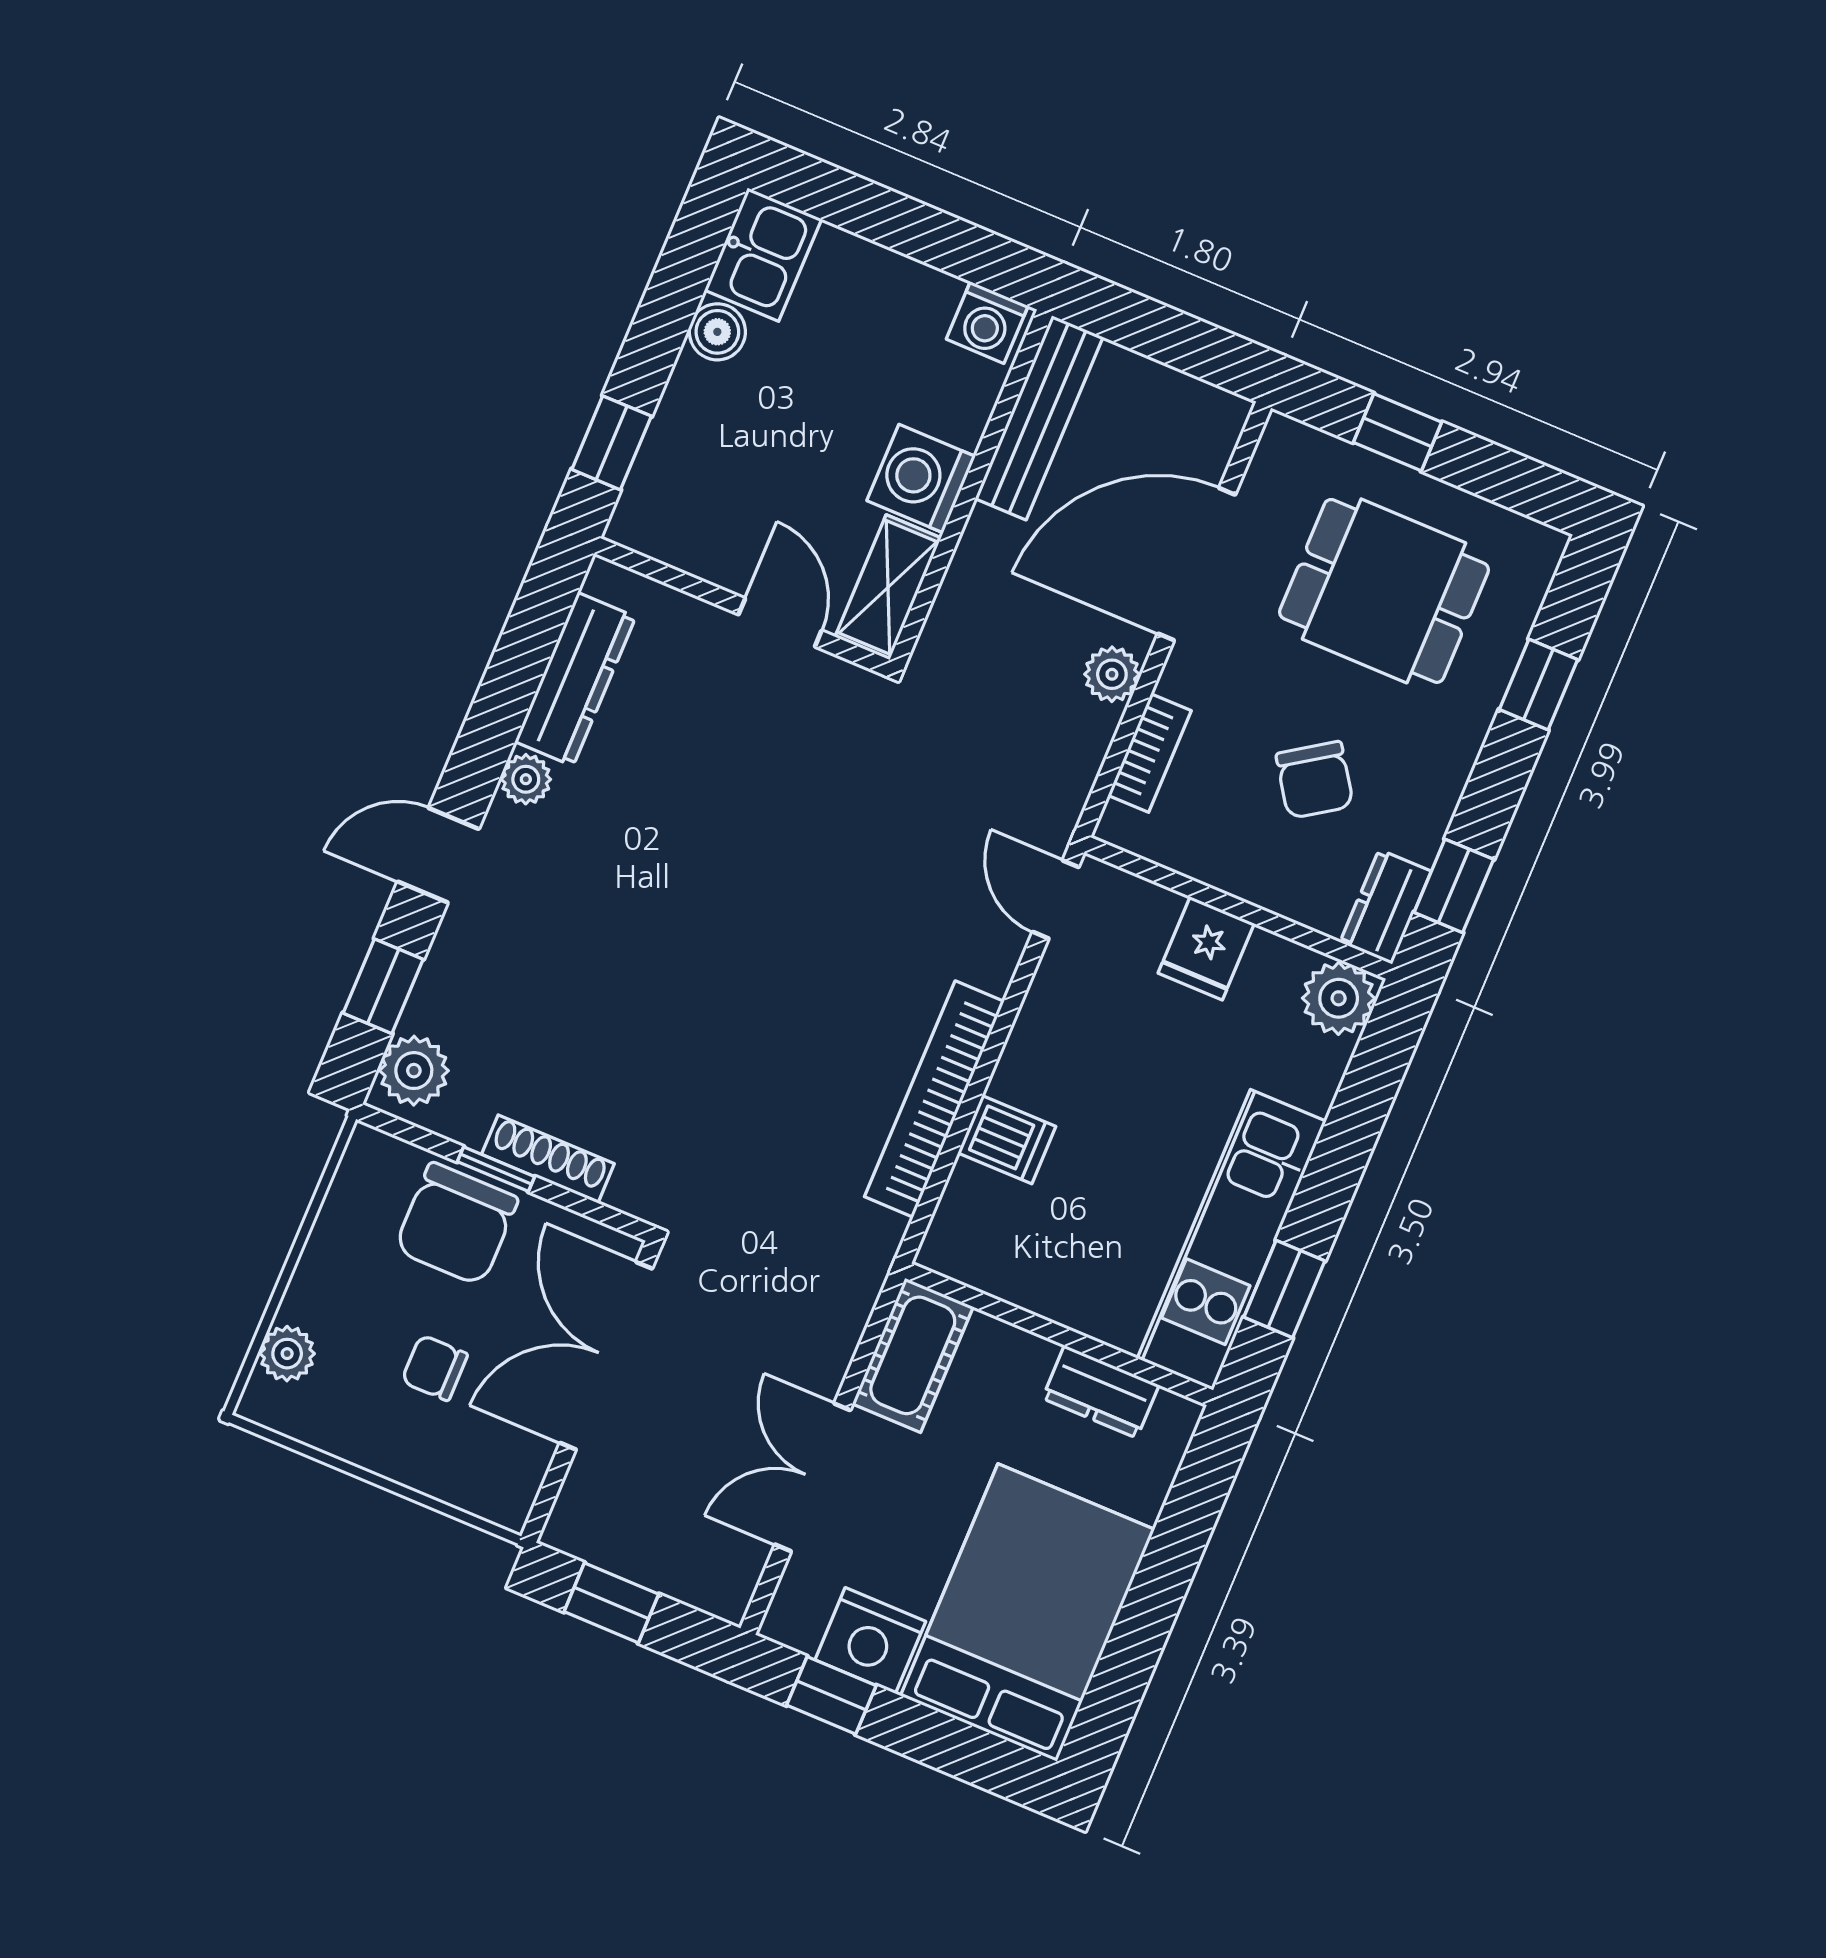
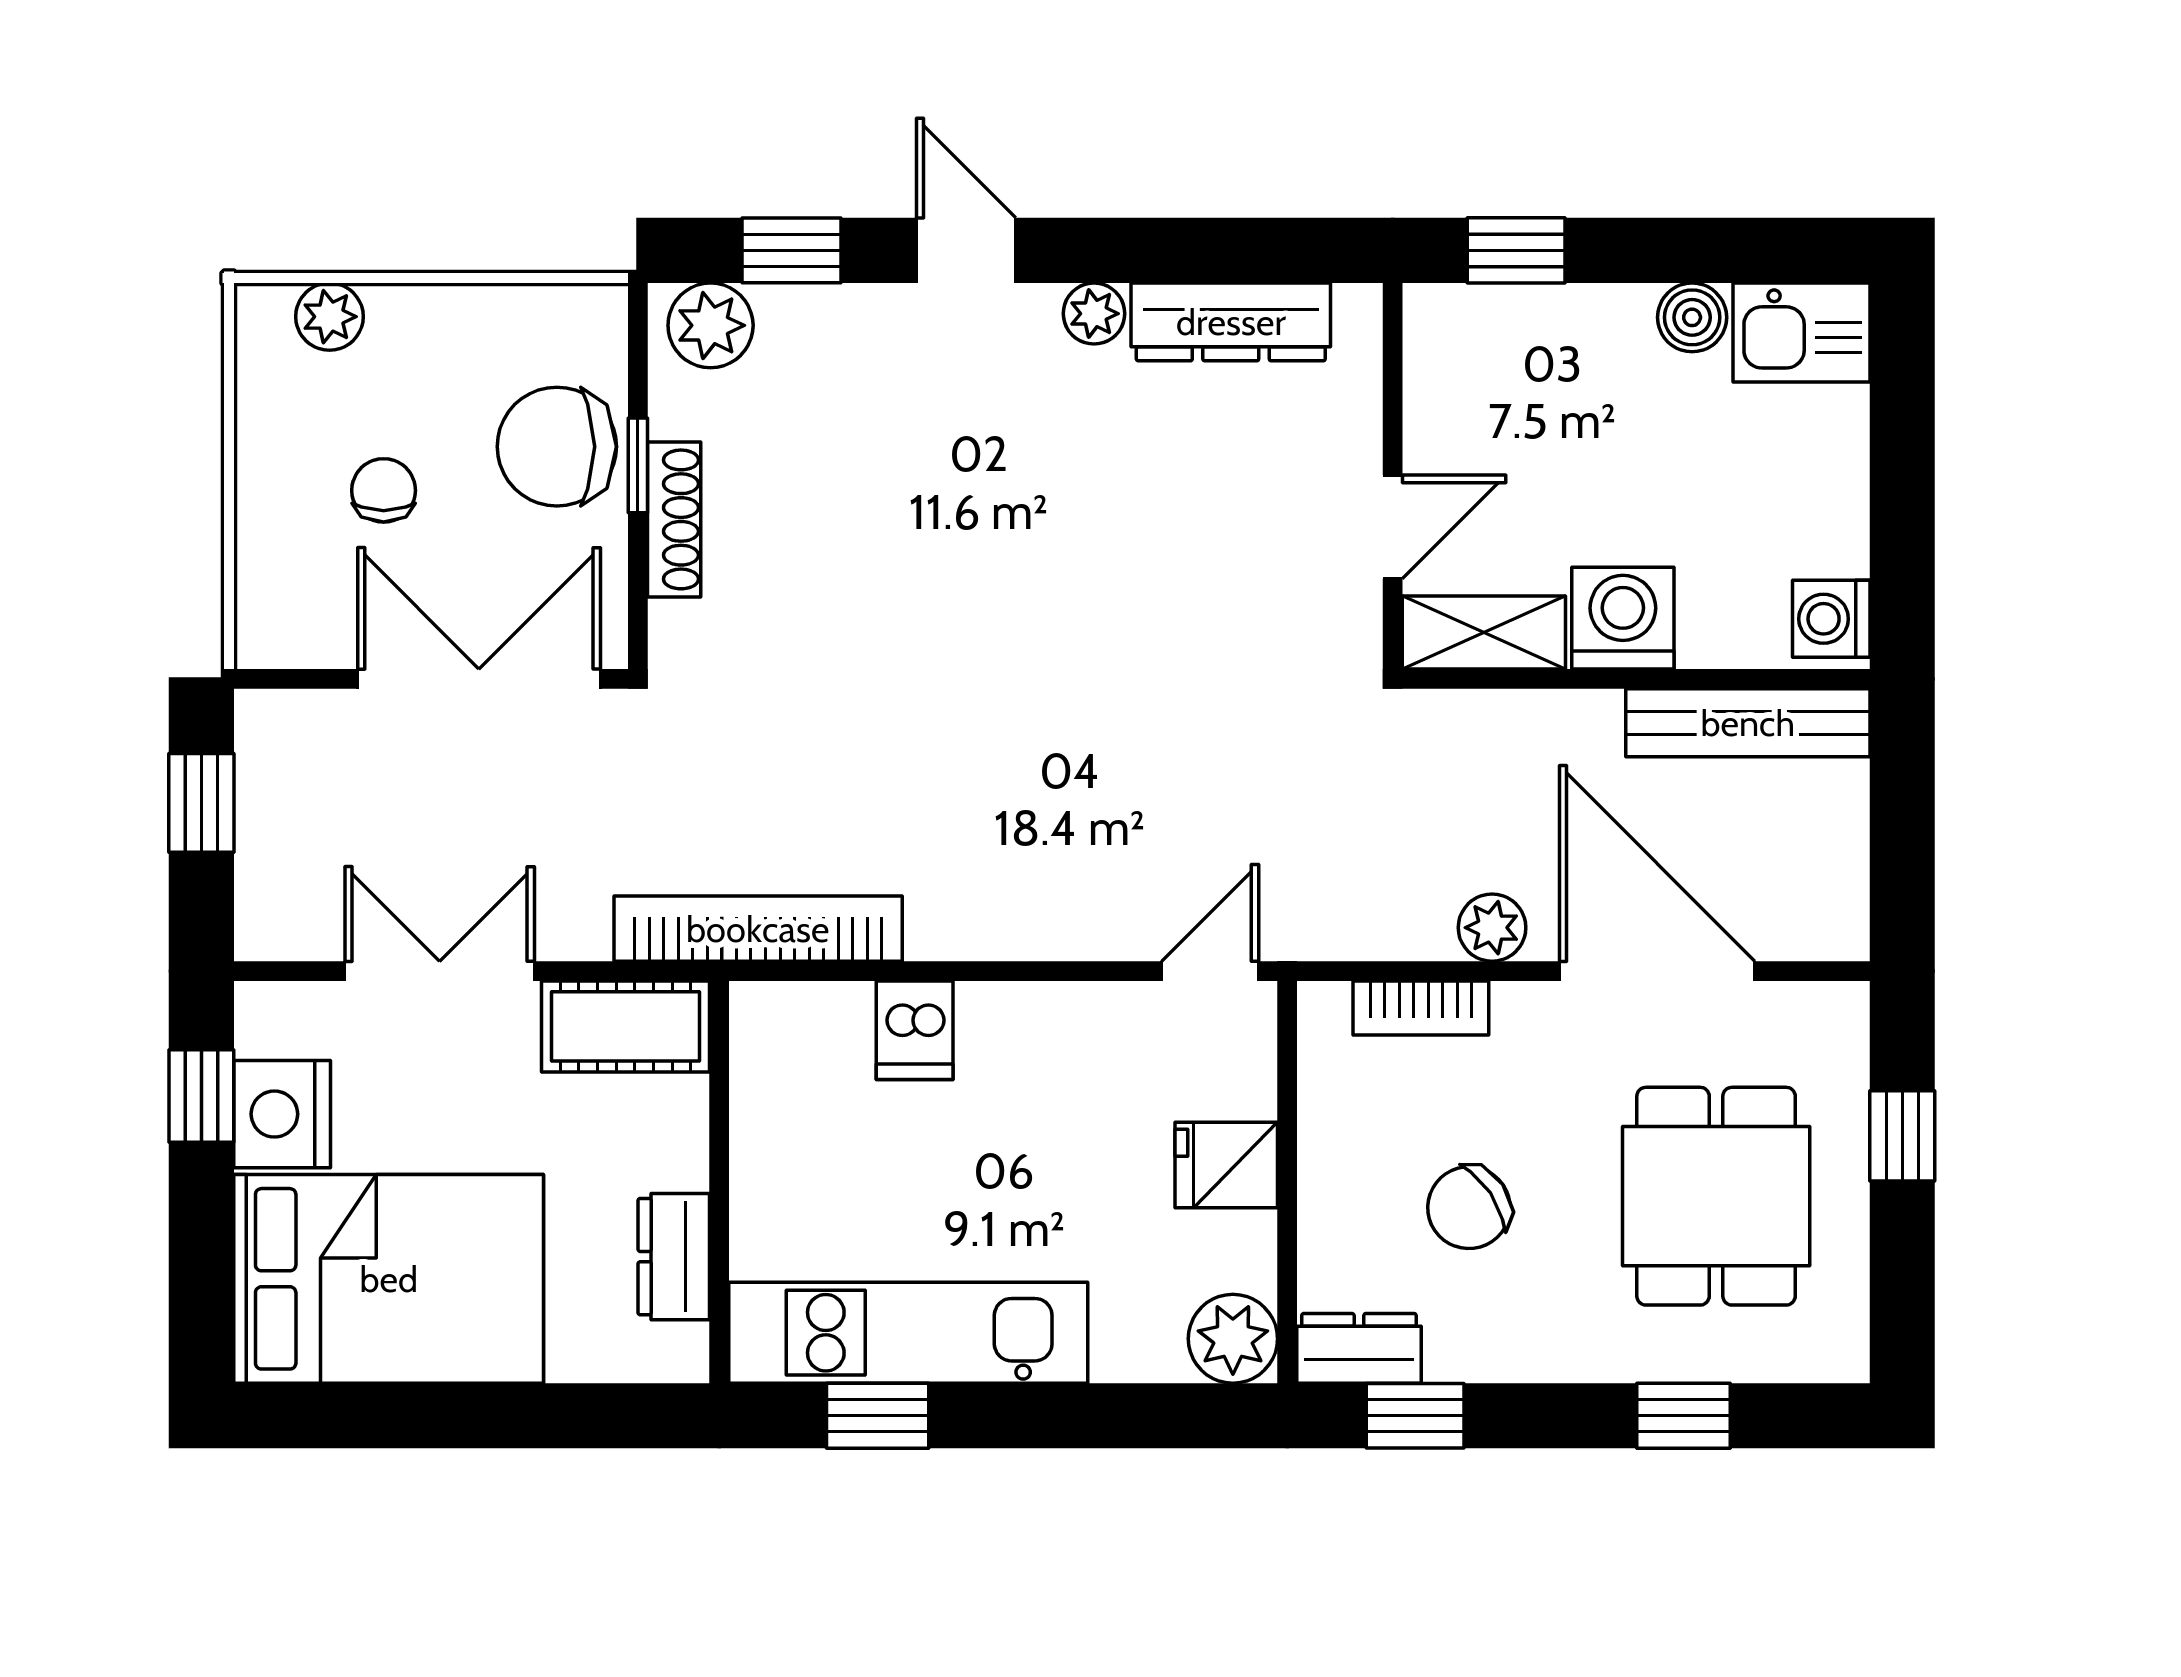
bookcase: (934, 1099) -> (758, 929), moved

